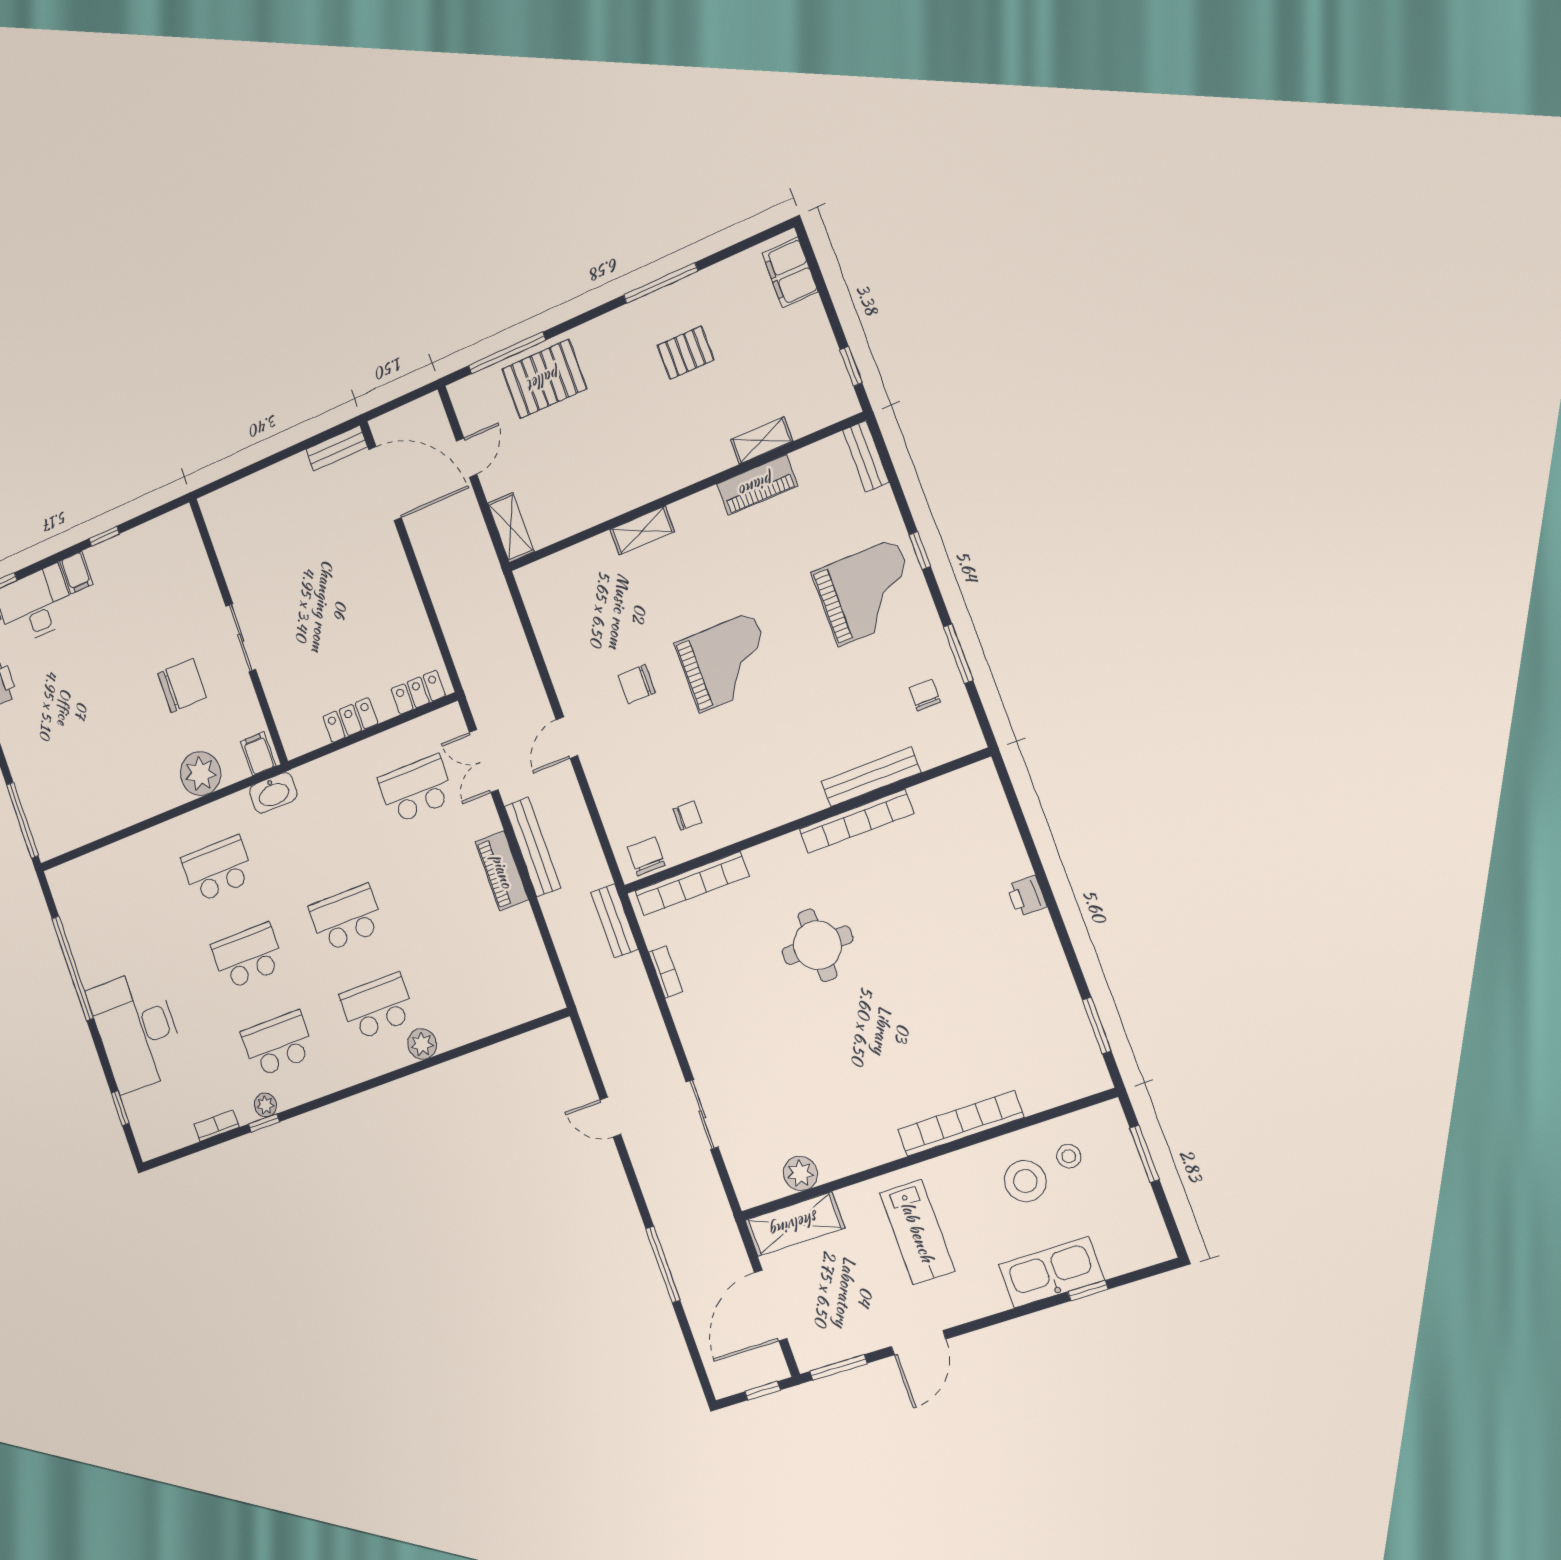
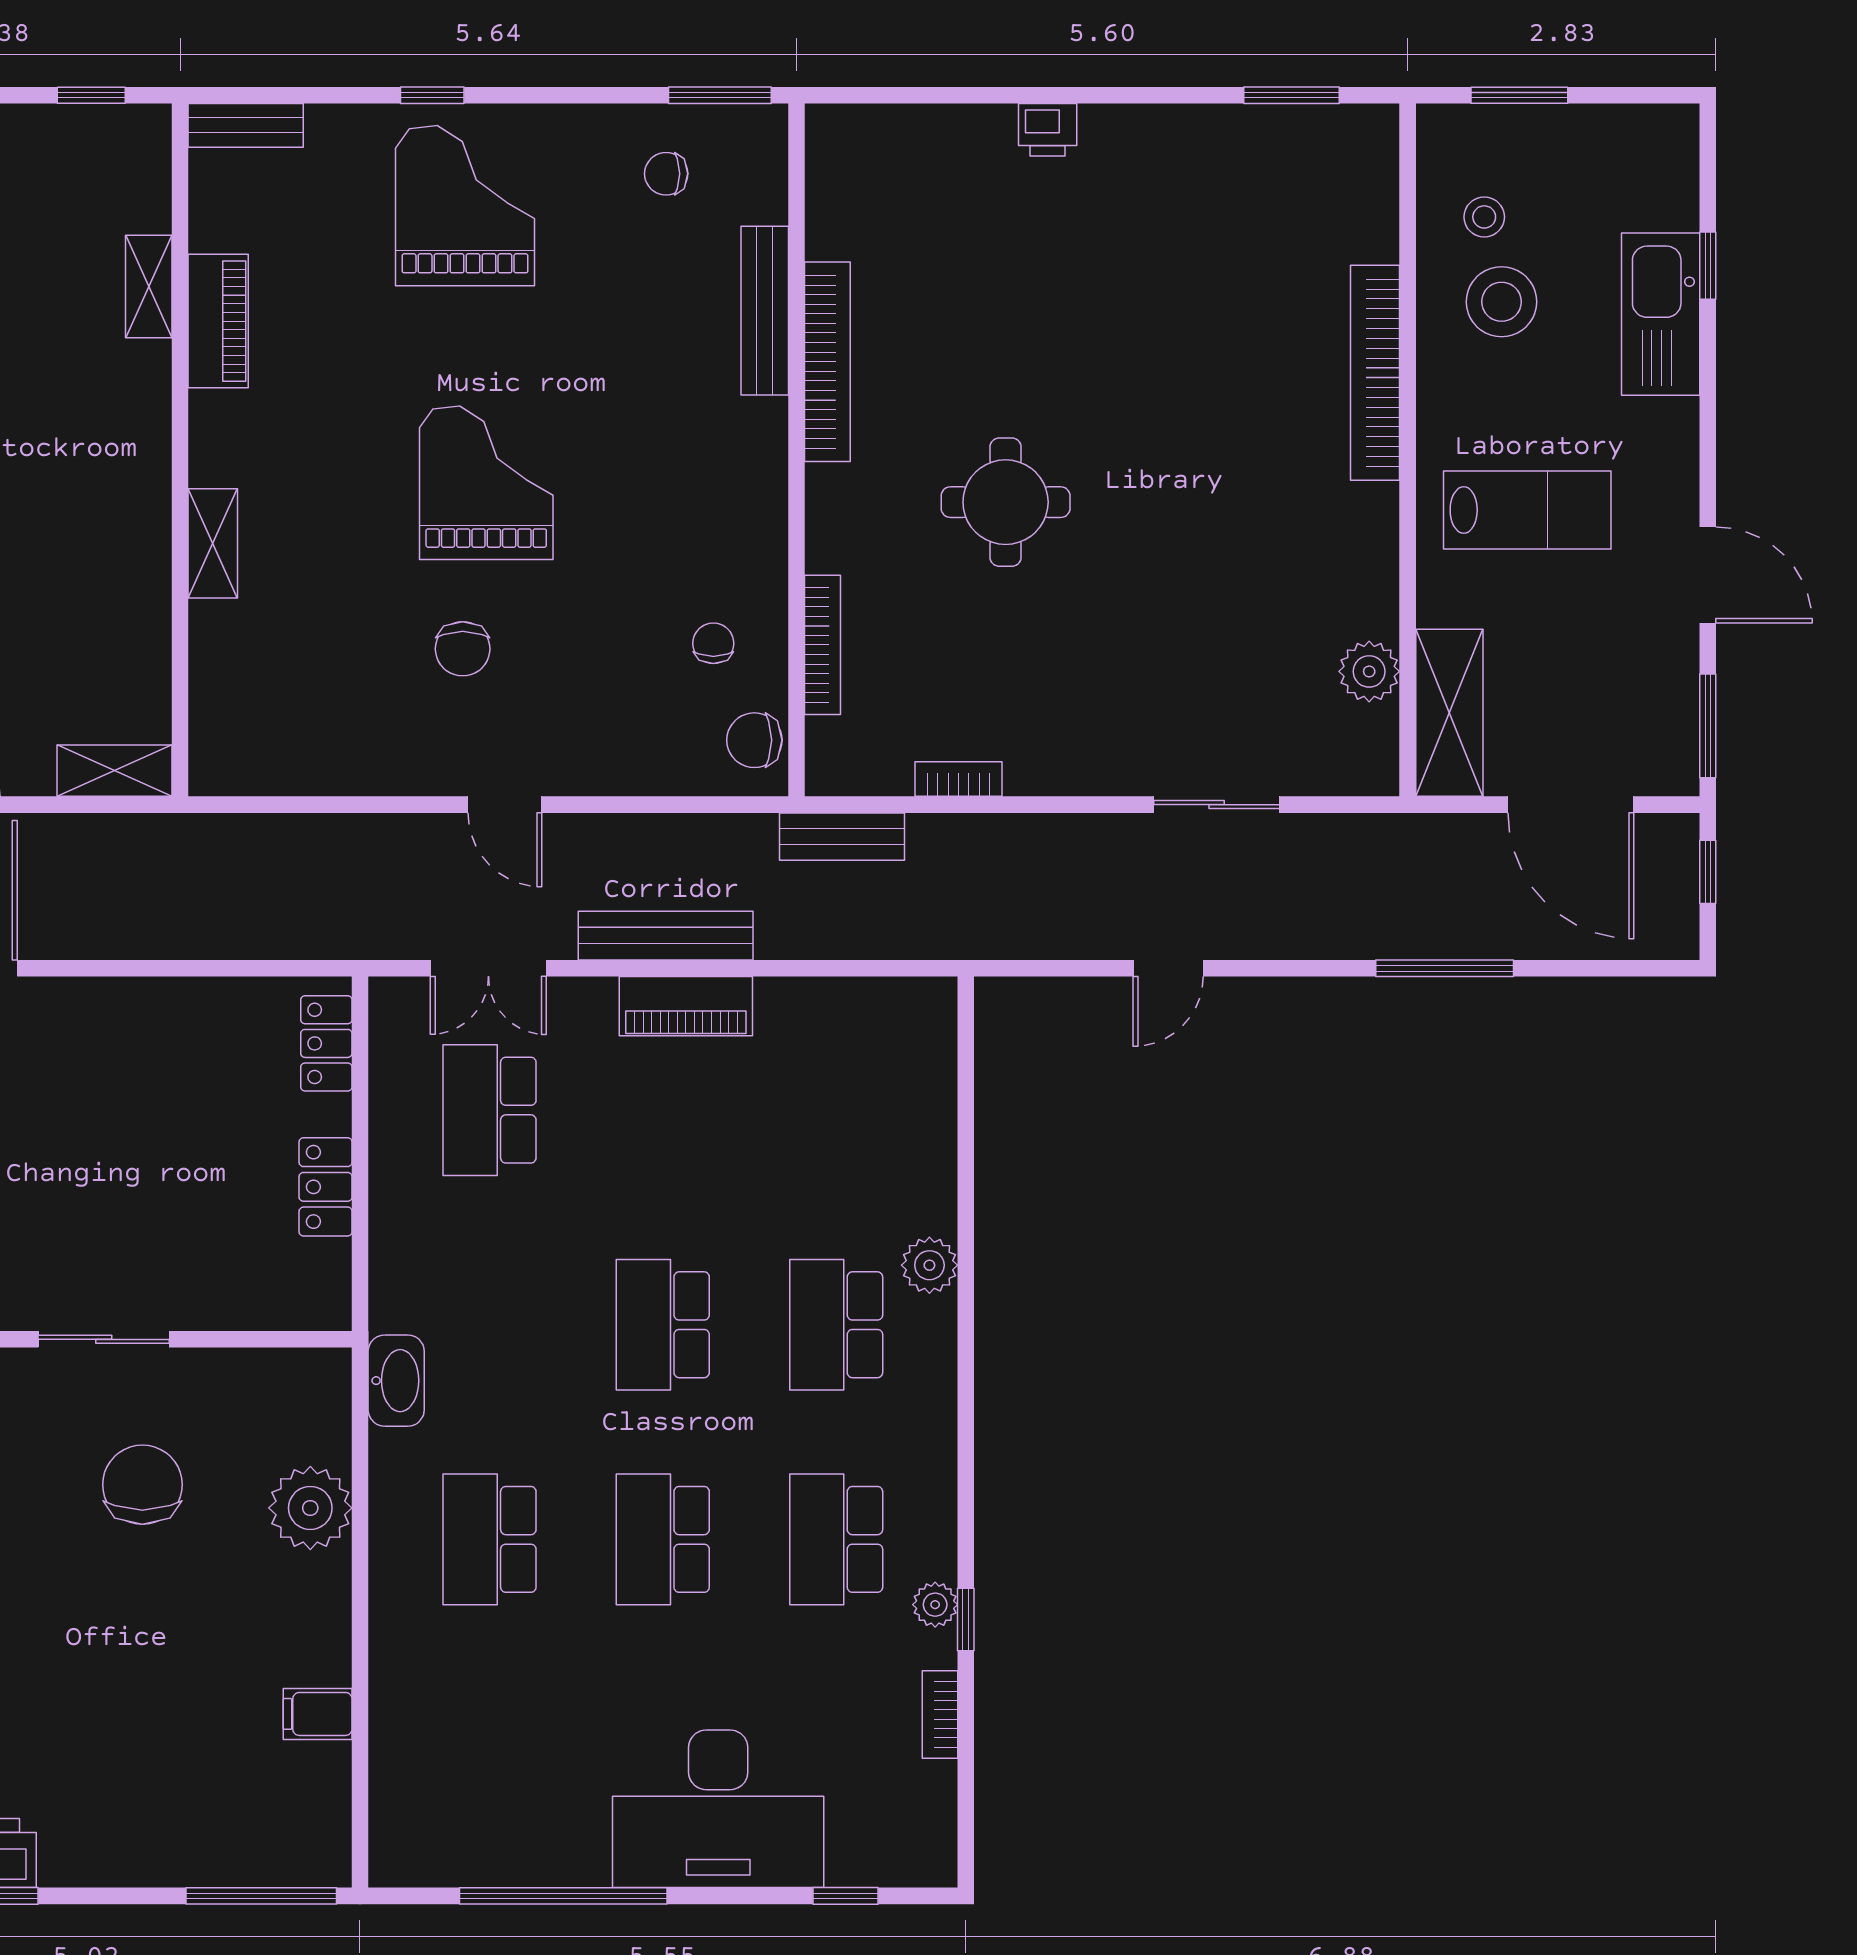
window: (958, 654) -> (720, 95), moved
filing cabinet: (258, 754) -> (318, 1714), moved
bookcase: (692, 884) -> (823, 645), width x0.68, depth x0.76

